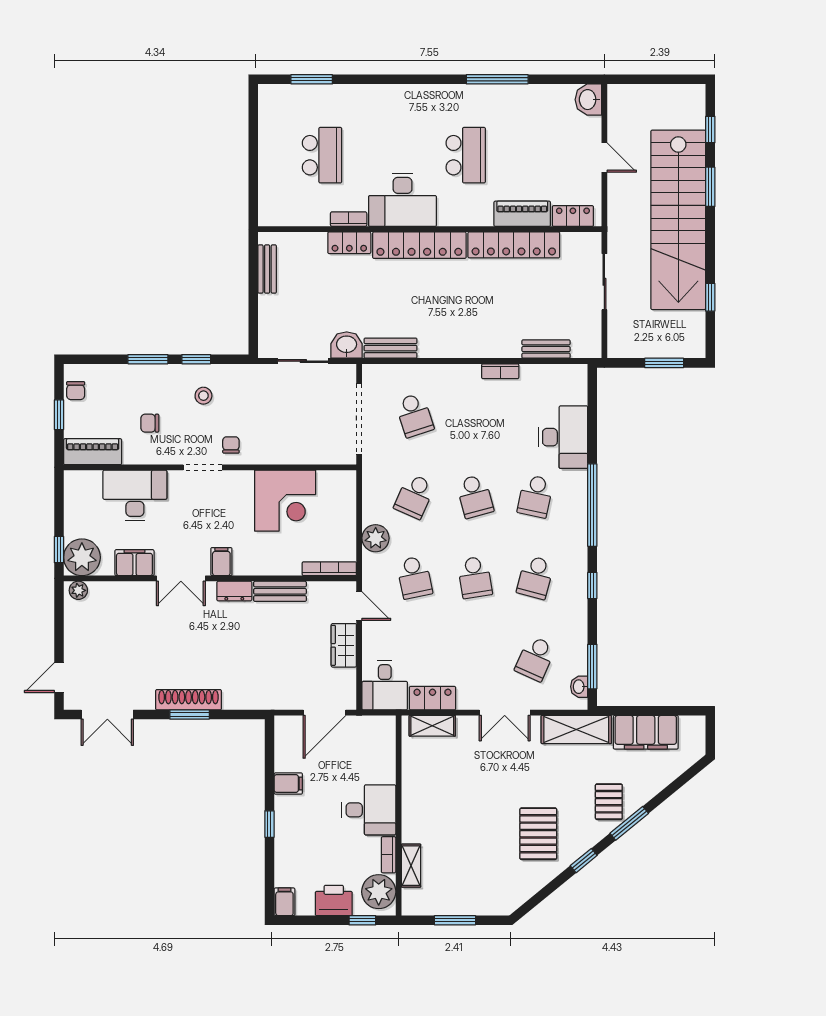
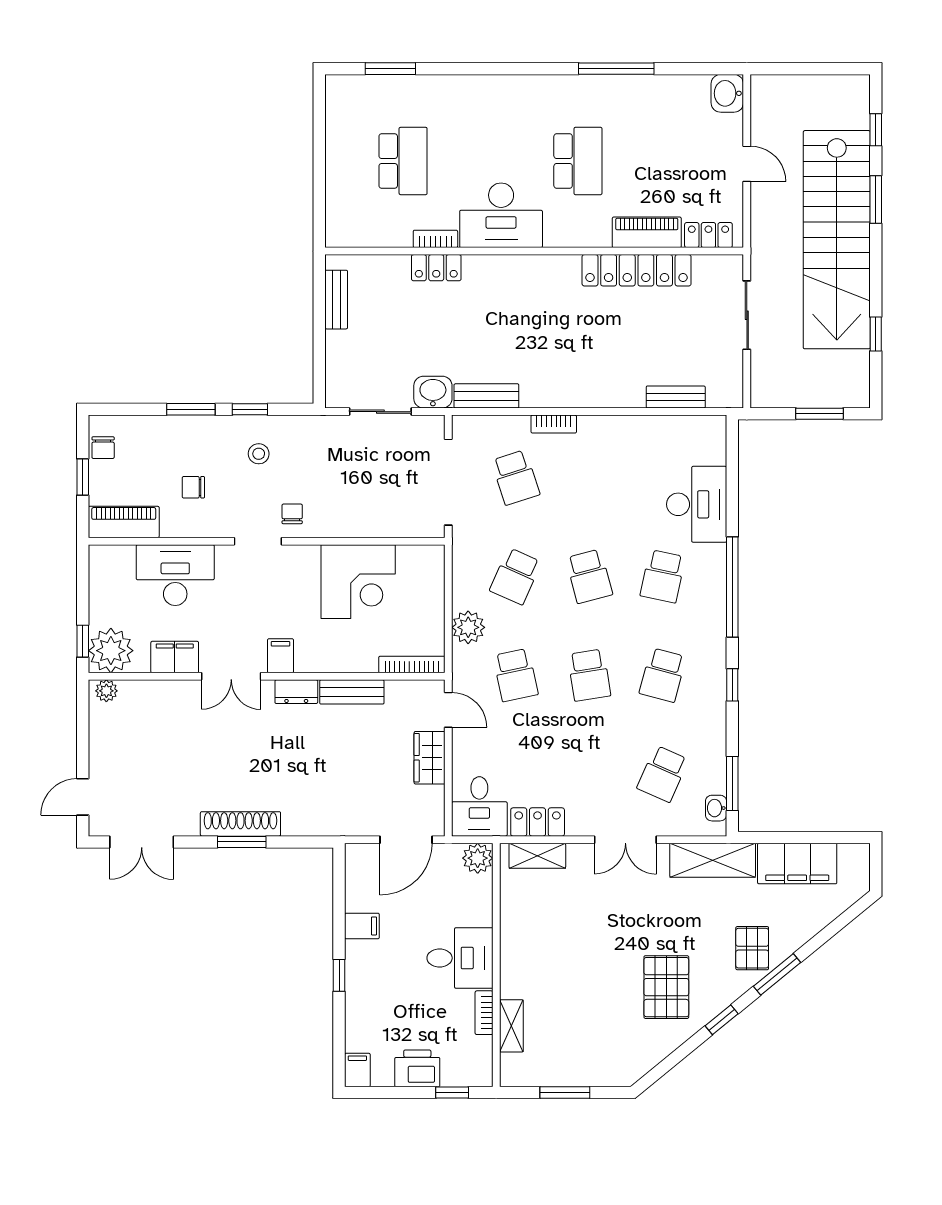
locker: (419, 245) -> (522, 271), removed
bookcase: (500, 371) -> (554, 424), moved
plant: (379, 892) -> (478, 858), moved, width x0.73, depth x0.73

